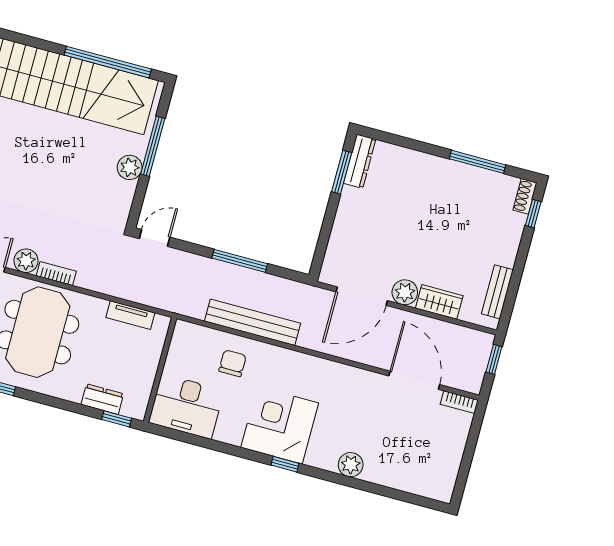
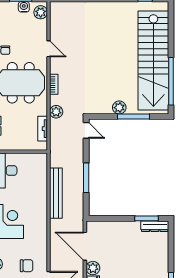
plant: (26, 261) -> (56, 112), moved
chair: (233, 363) -> (27, 266), moved

